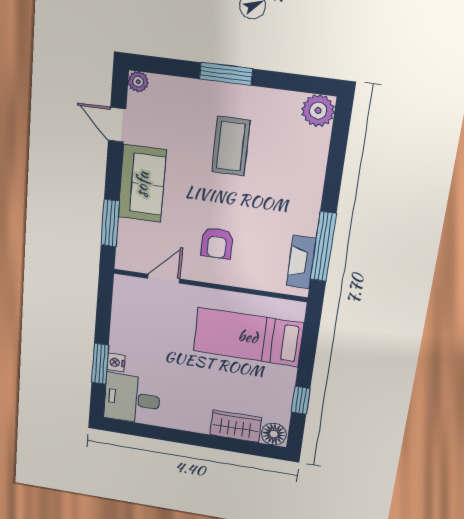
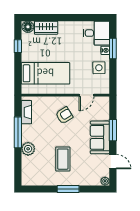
plant: (318, 111) -> (28, 149), moved
window: (110, 223) -> (113, 130), moved
armchair: (217, 243) -> (64, 115), turned 58
window: (323, 247) -> (18, 132), moved
side table: (132, 331) -> (99, 68), added

